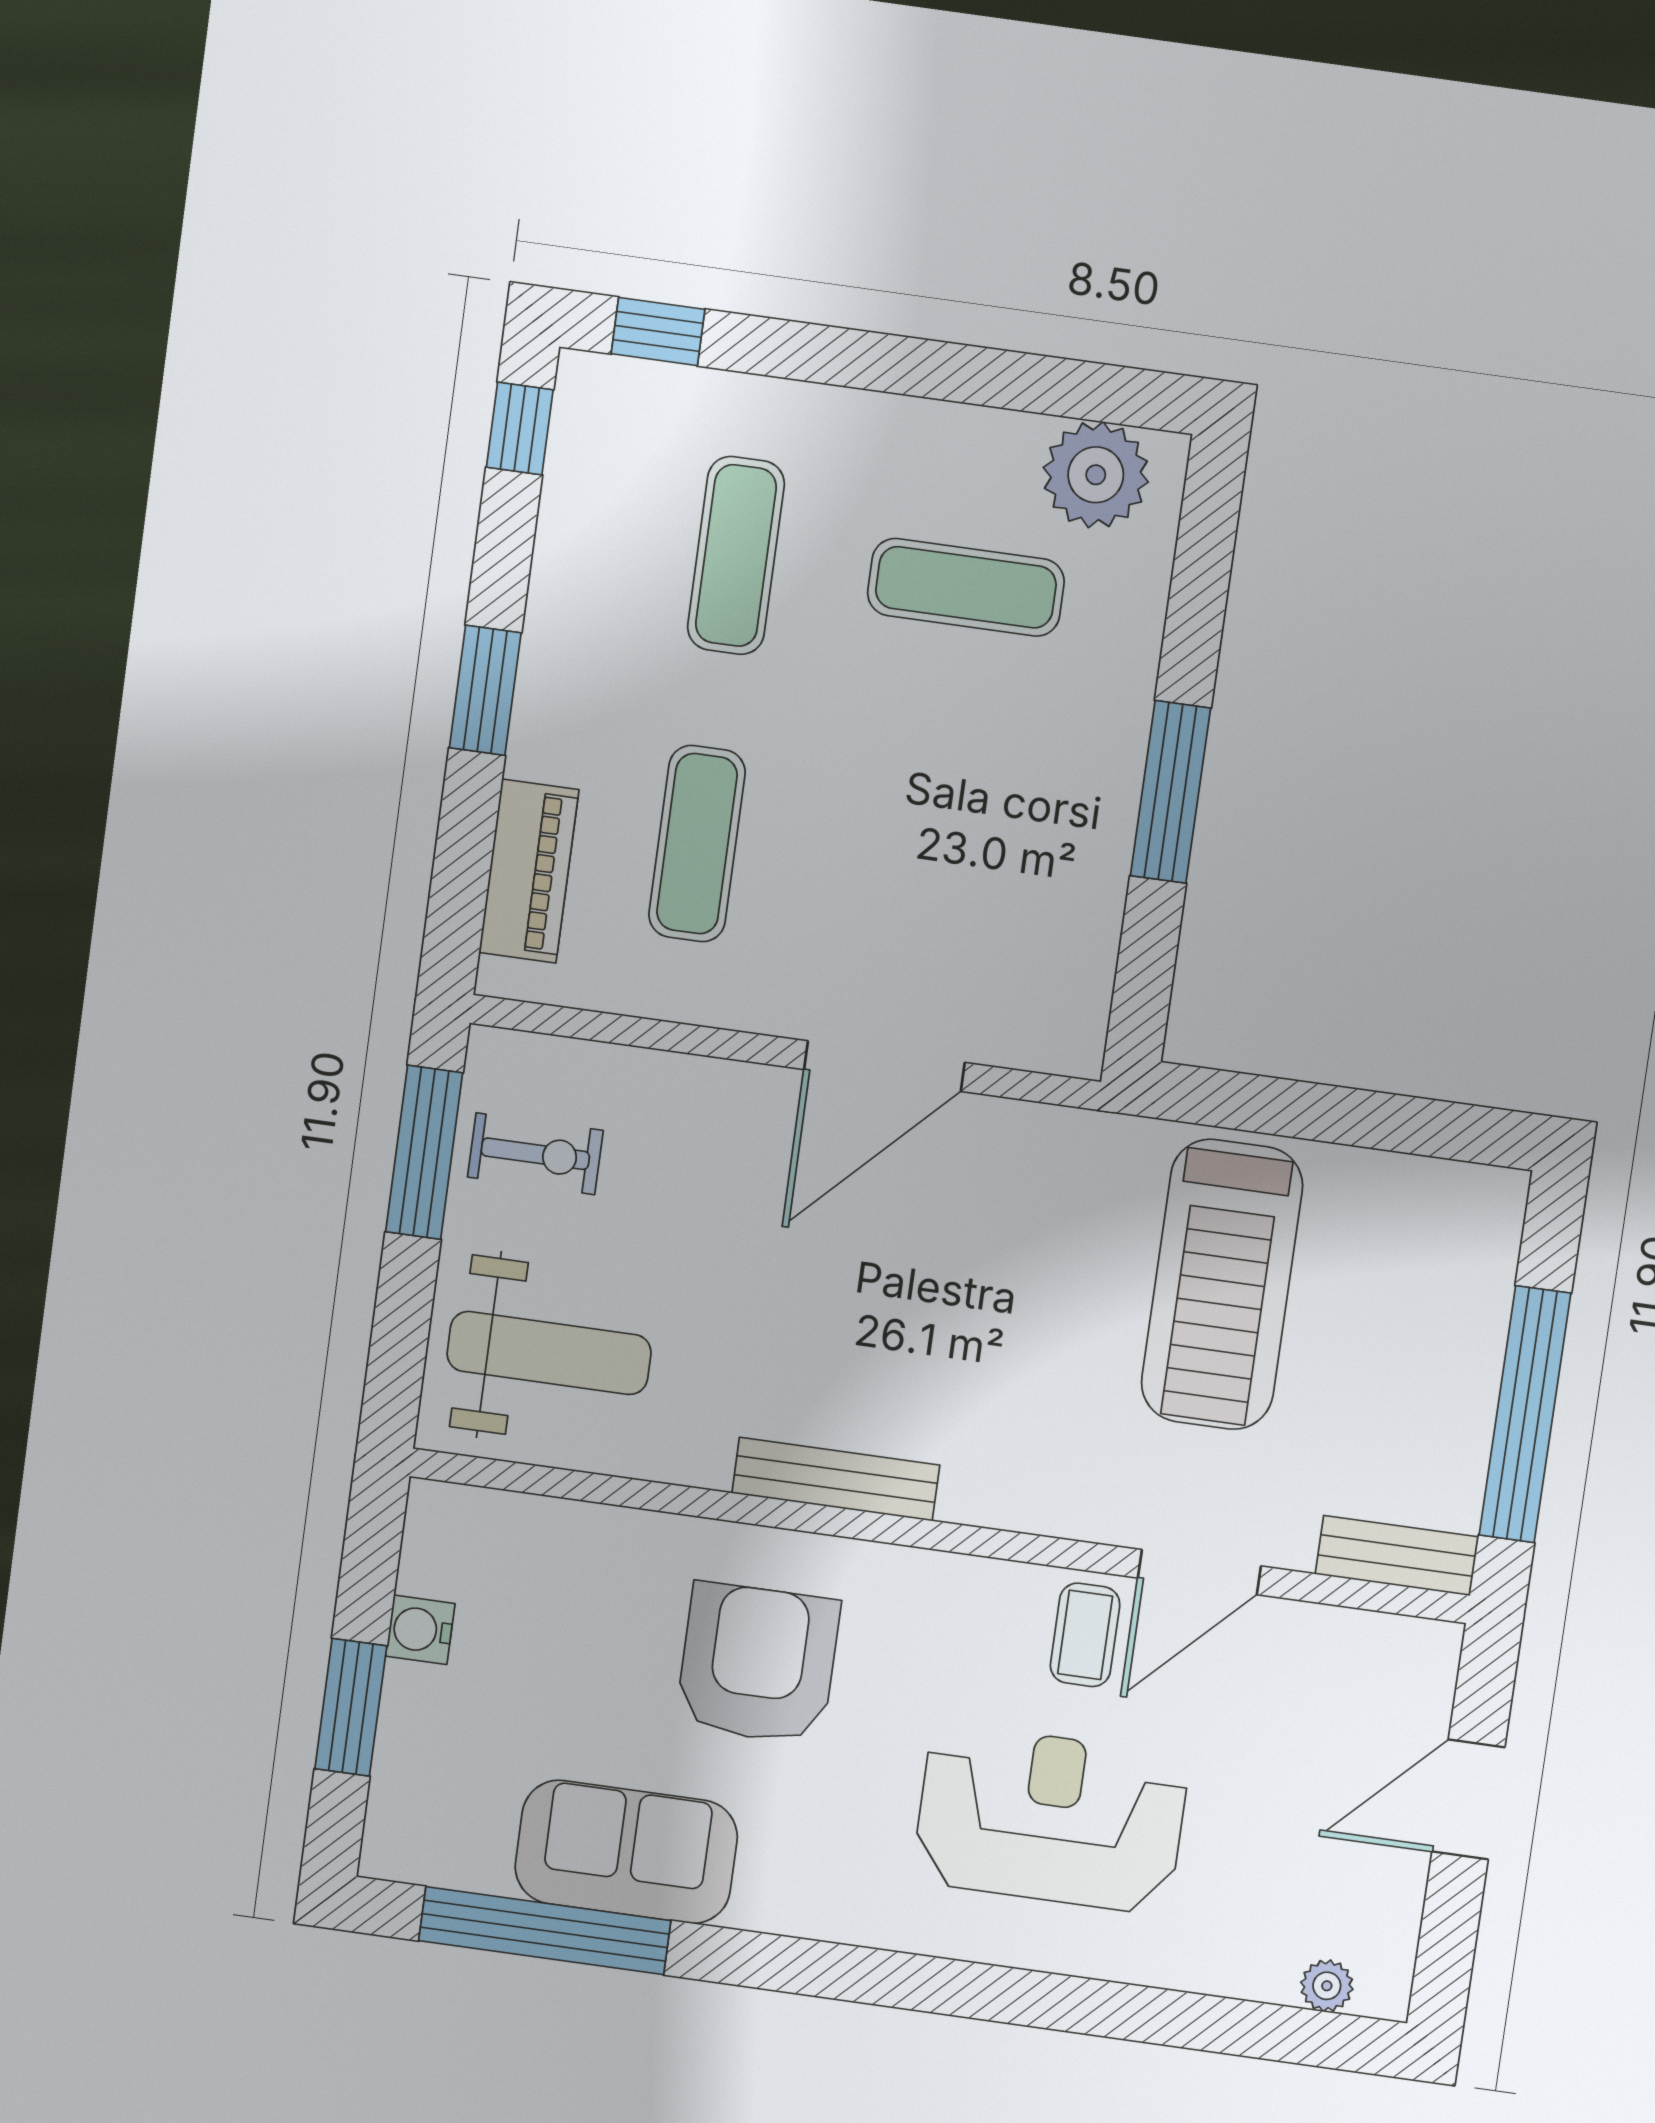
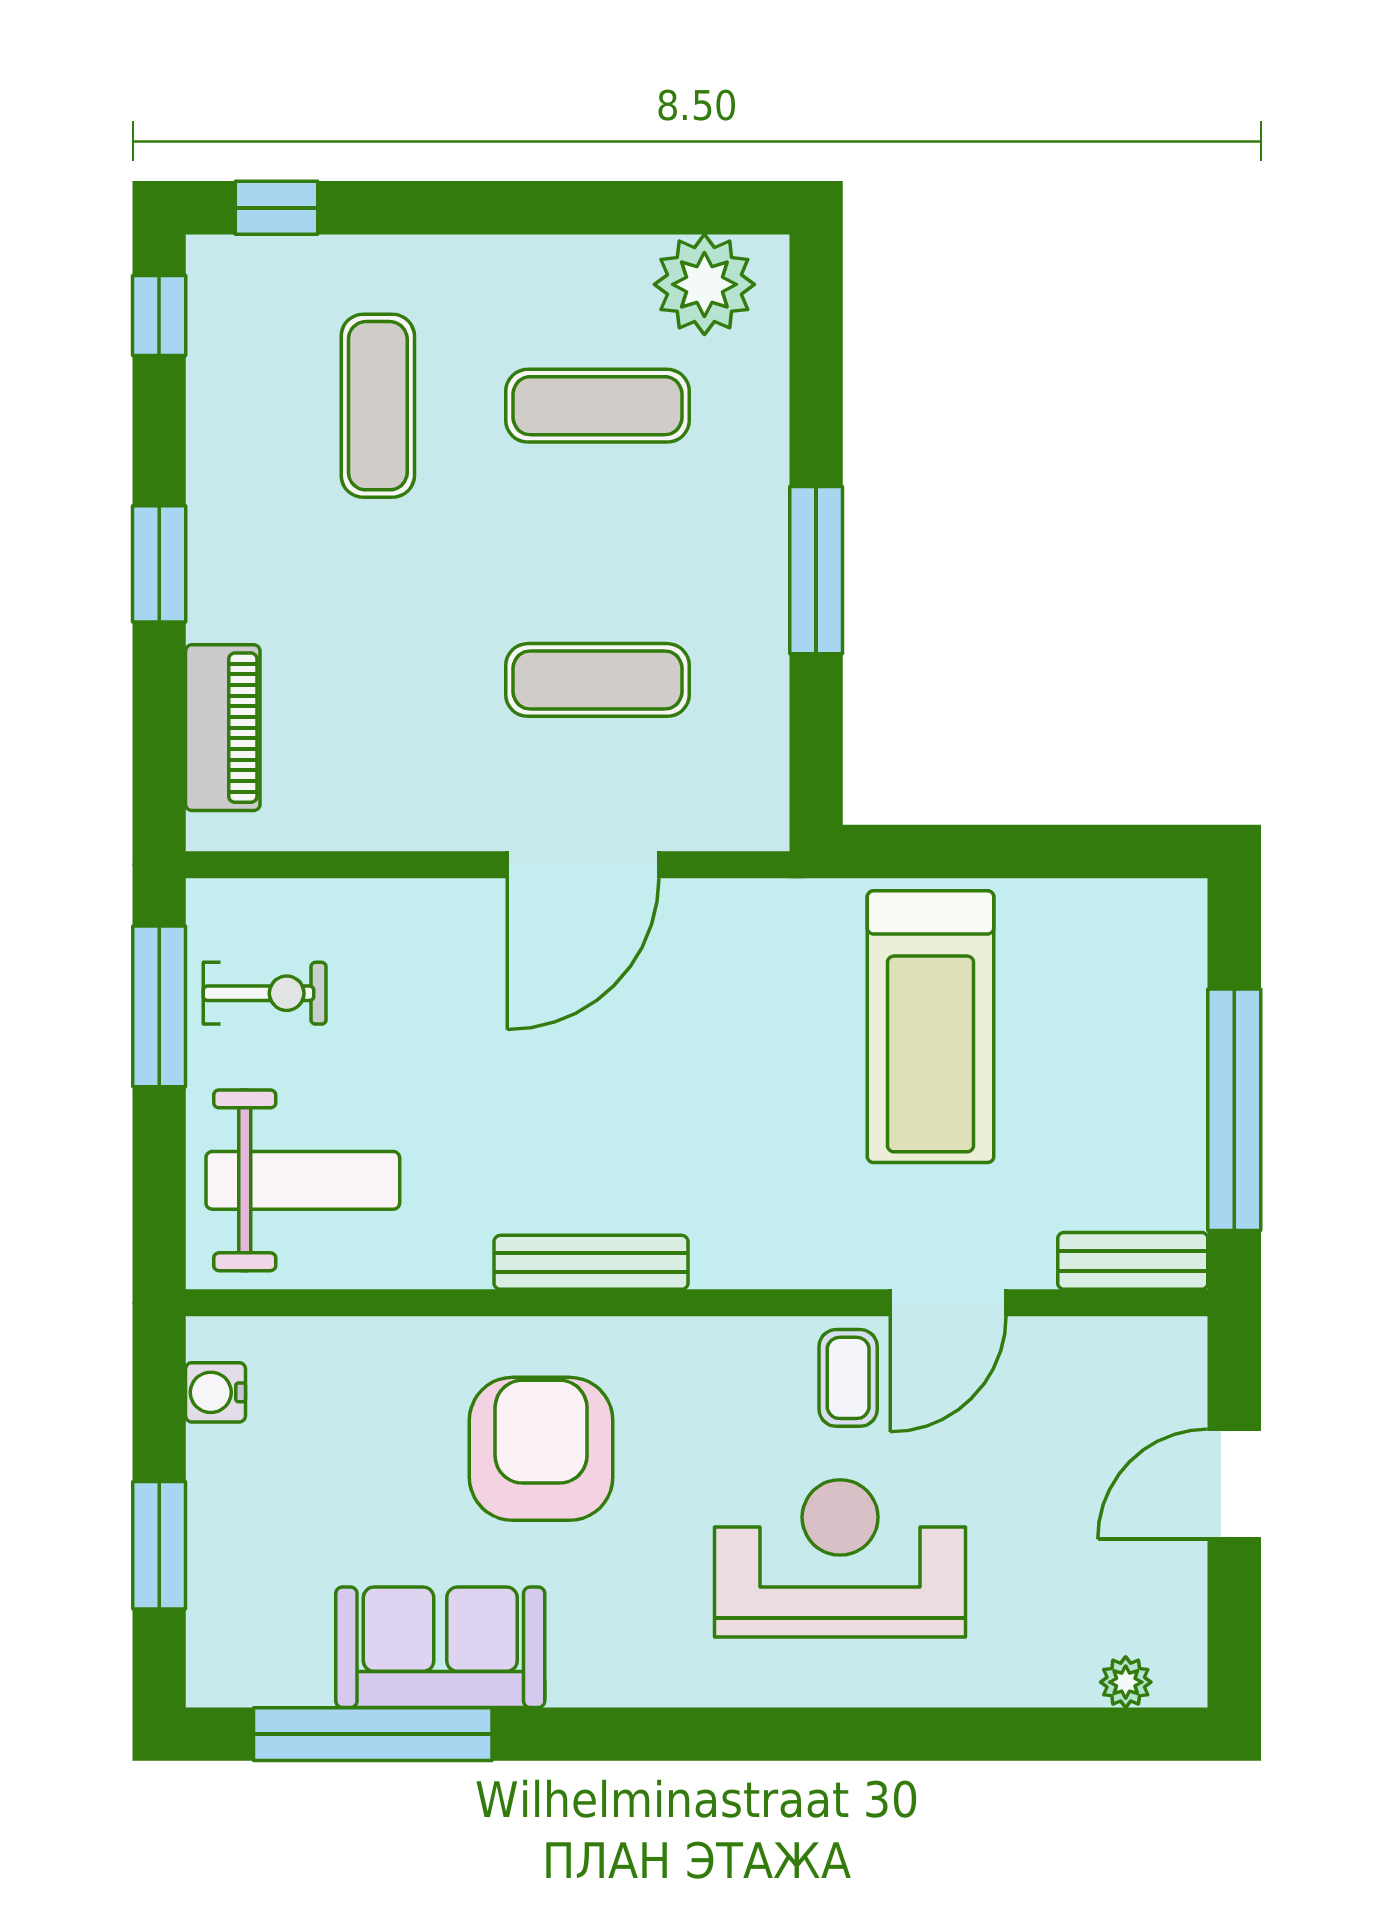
exercise mat: (697, 844) -> (597, 680), moved, turned 90
water cooler: (420, 1630) -> (216, 1392), moved

